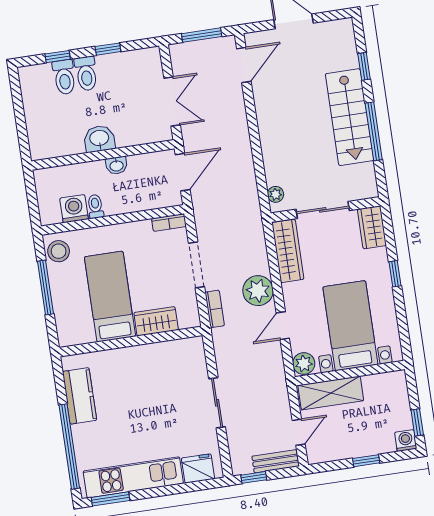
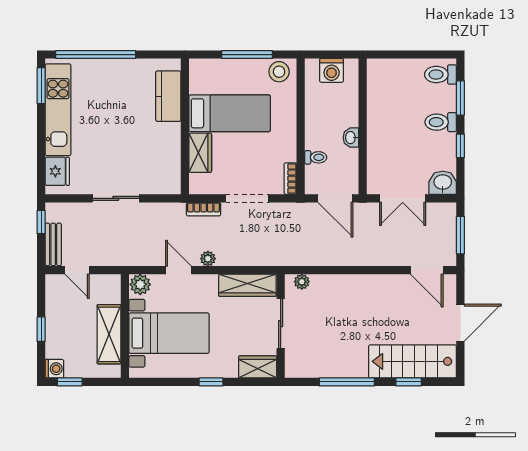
window: (58, 57) -> (460, 98), width x1.50
toilet: (64, 77) -> (440, 74), moved
stairs: (350, 117) -> (412, 361), moved
washbasin: (99, 139) -> (443, 183), moved, turned -90
toilet: (95, 206) -> (316, 157), moved
washing machine: (74, 209) -> (332, 70), moved, turned 90
plant: (258, 291) -> (208, 259), width x0.53, depth x0.53
shelving: (331, 393) -> (109, 334), moved
kitchen counter: (80, 396) -> (168, 96), moved, turned 90

